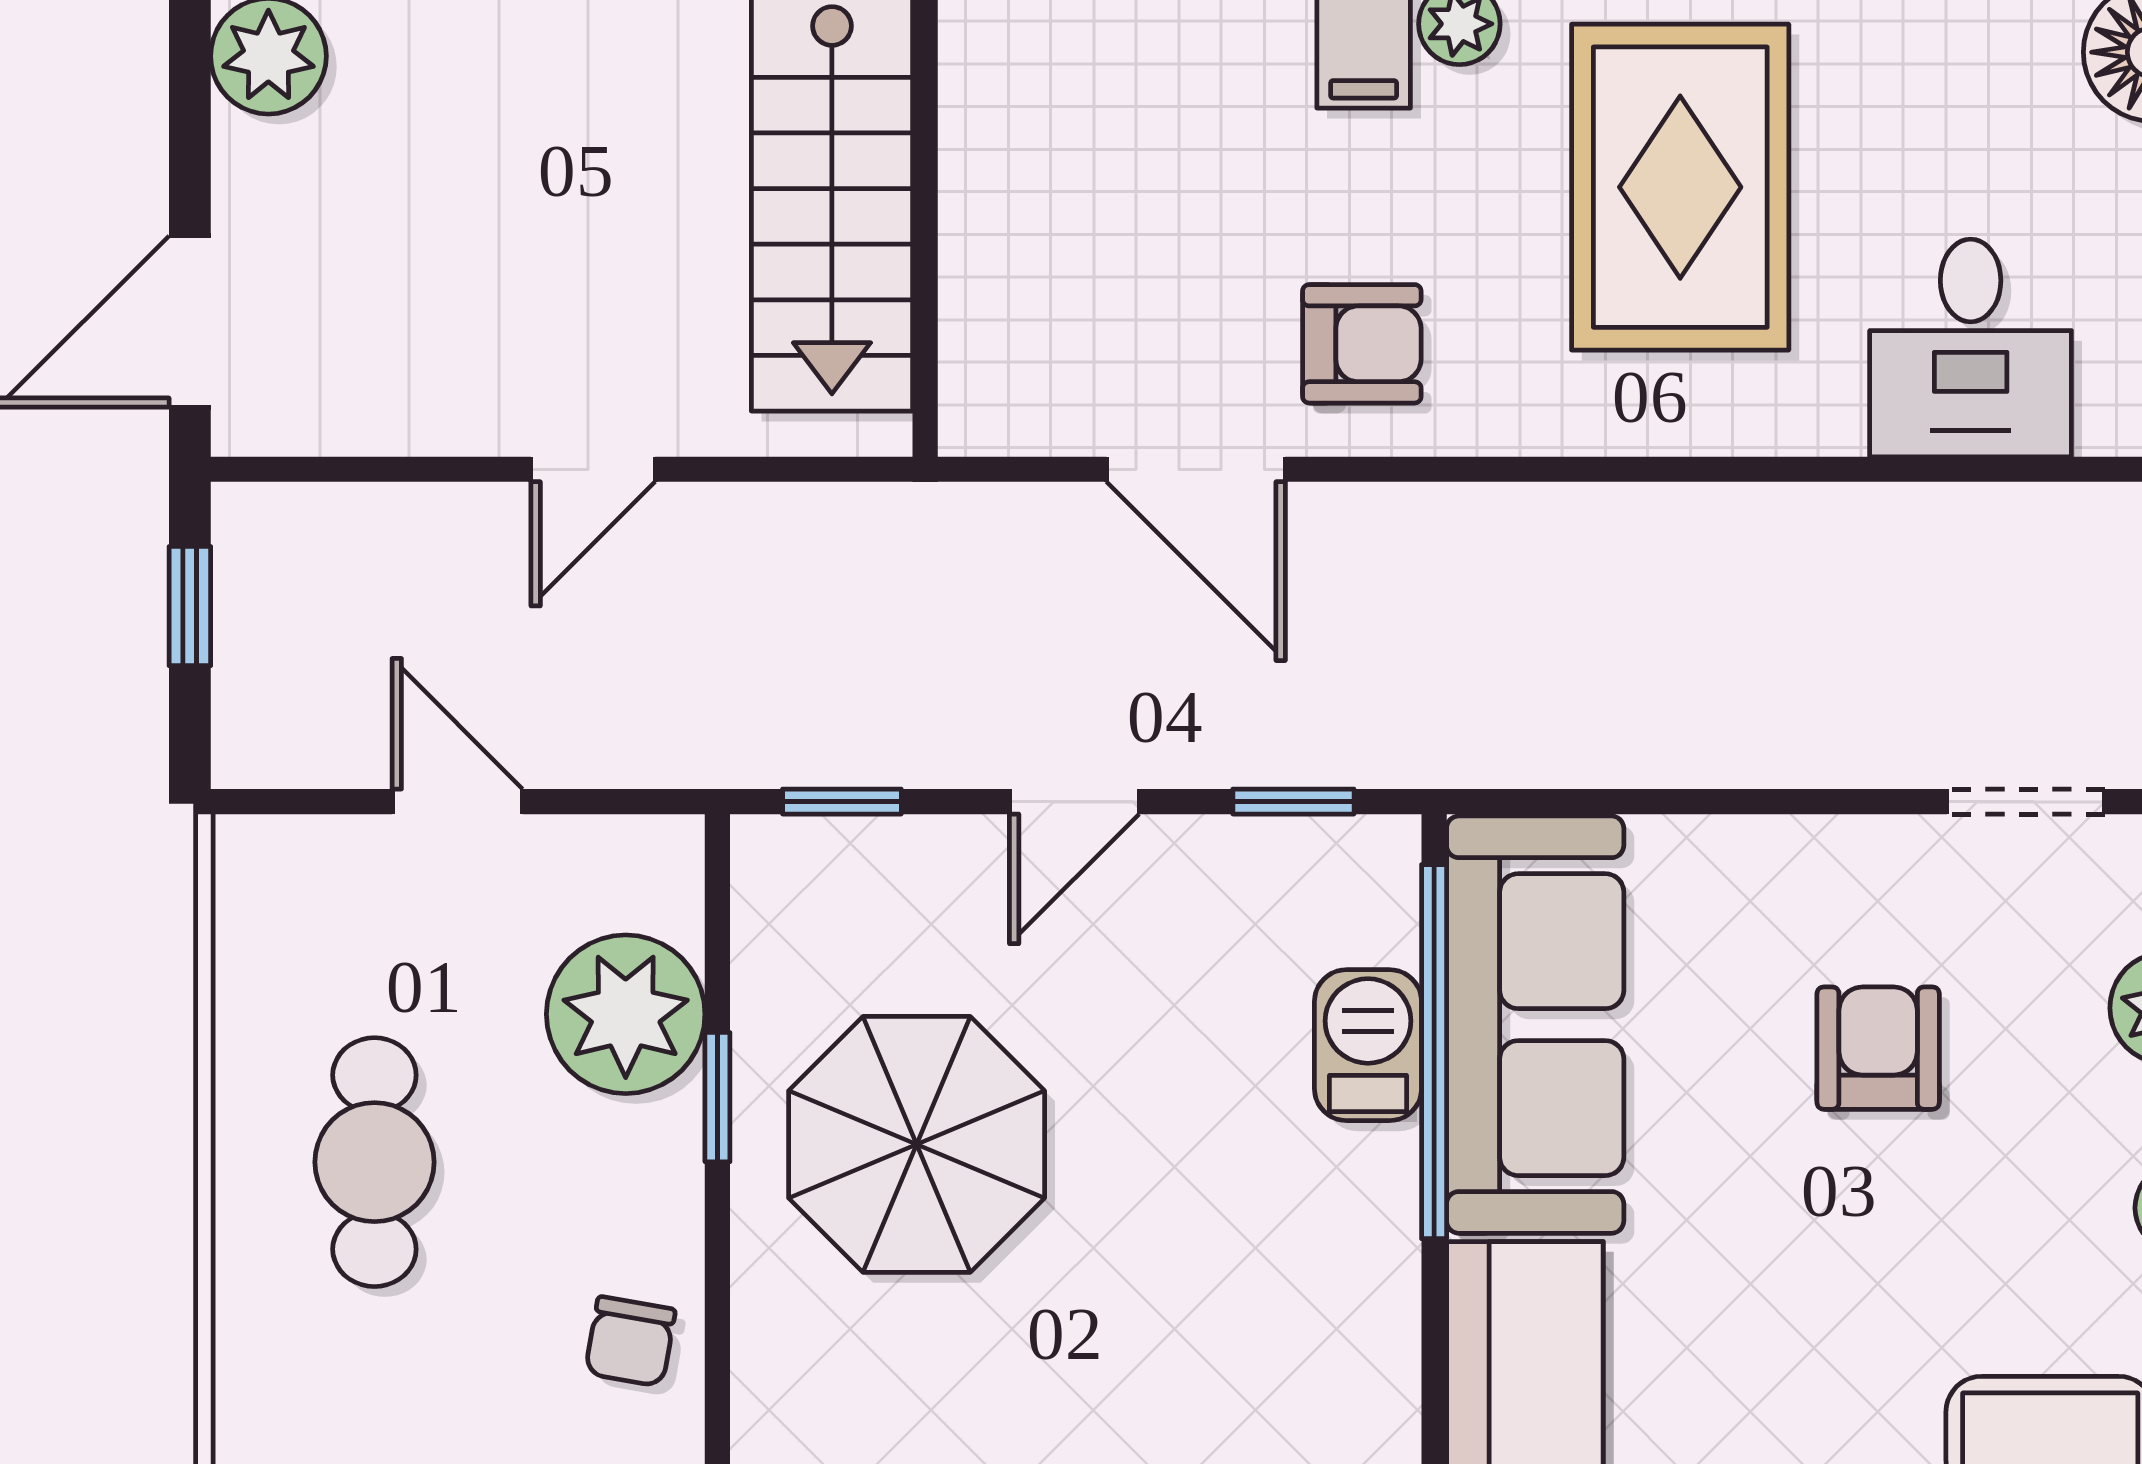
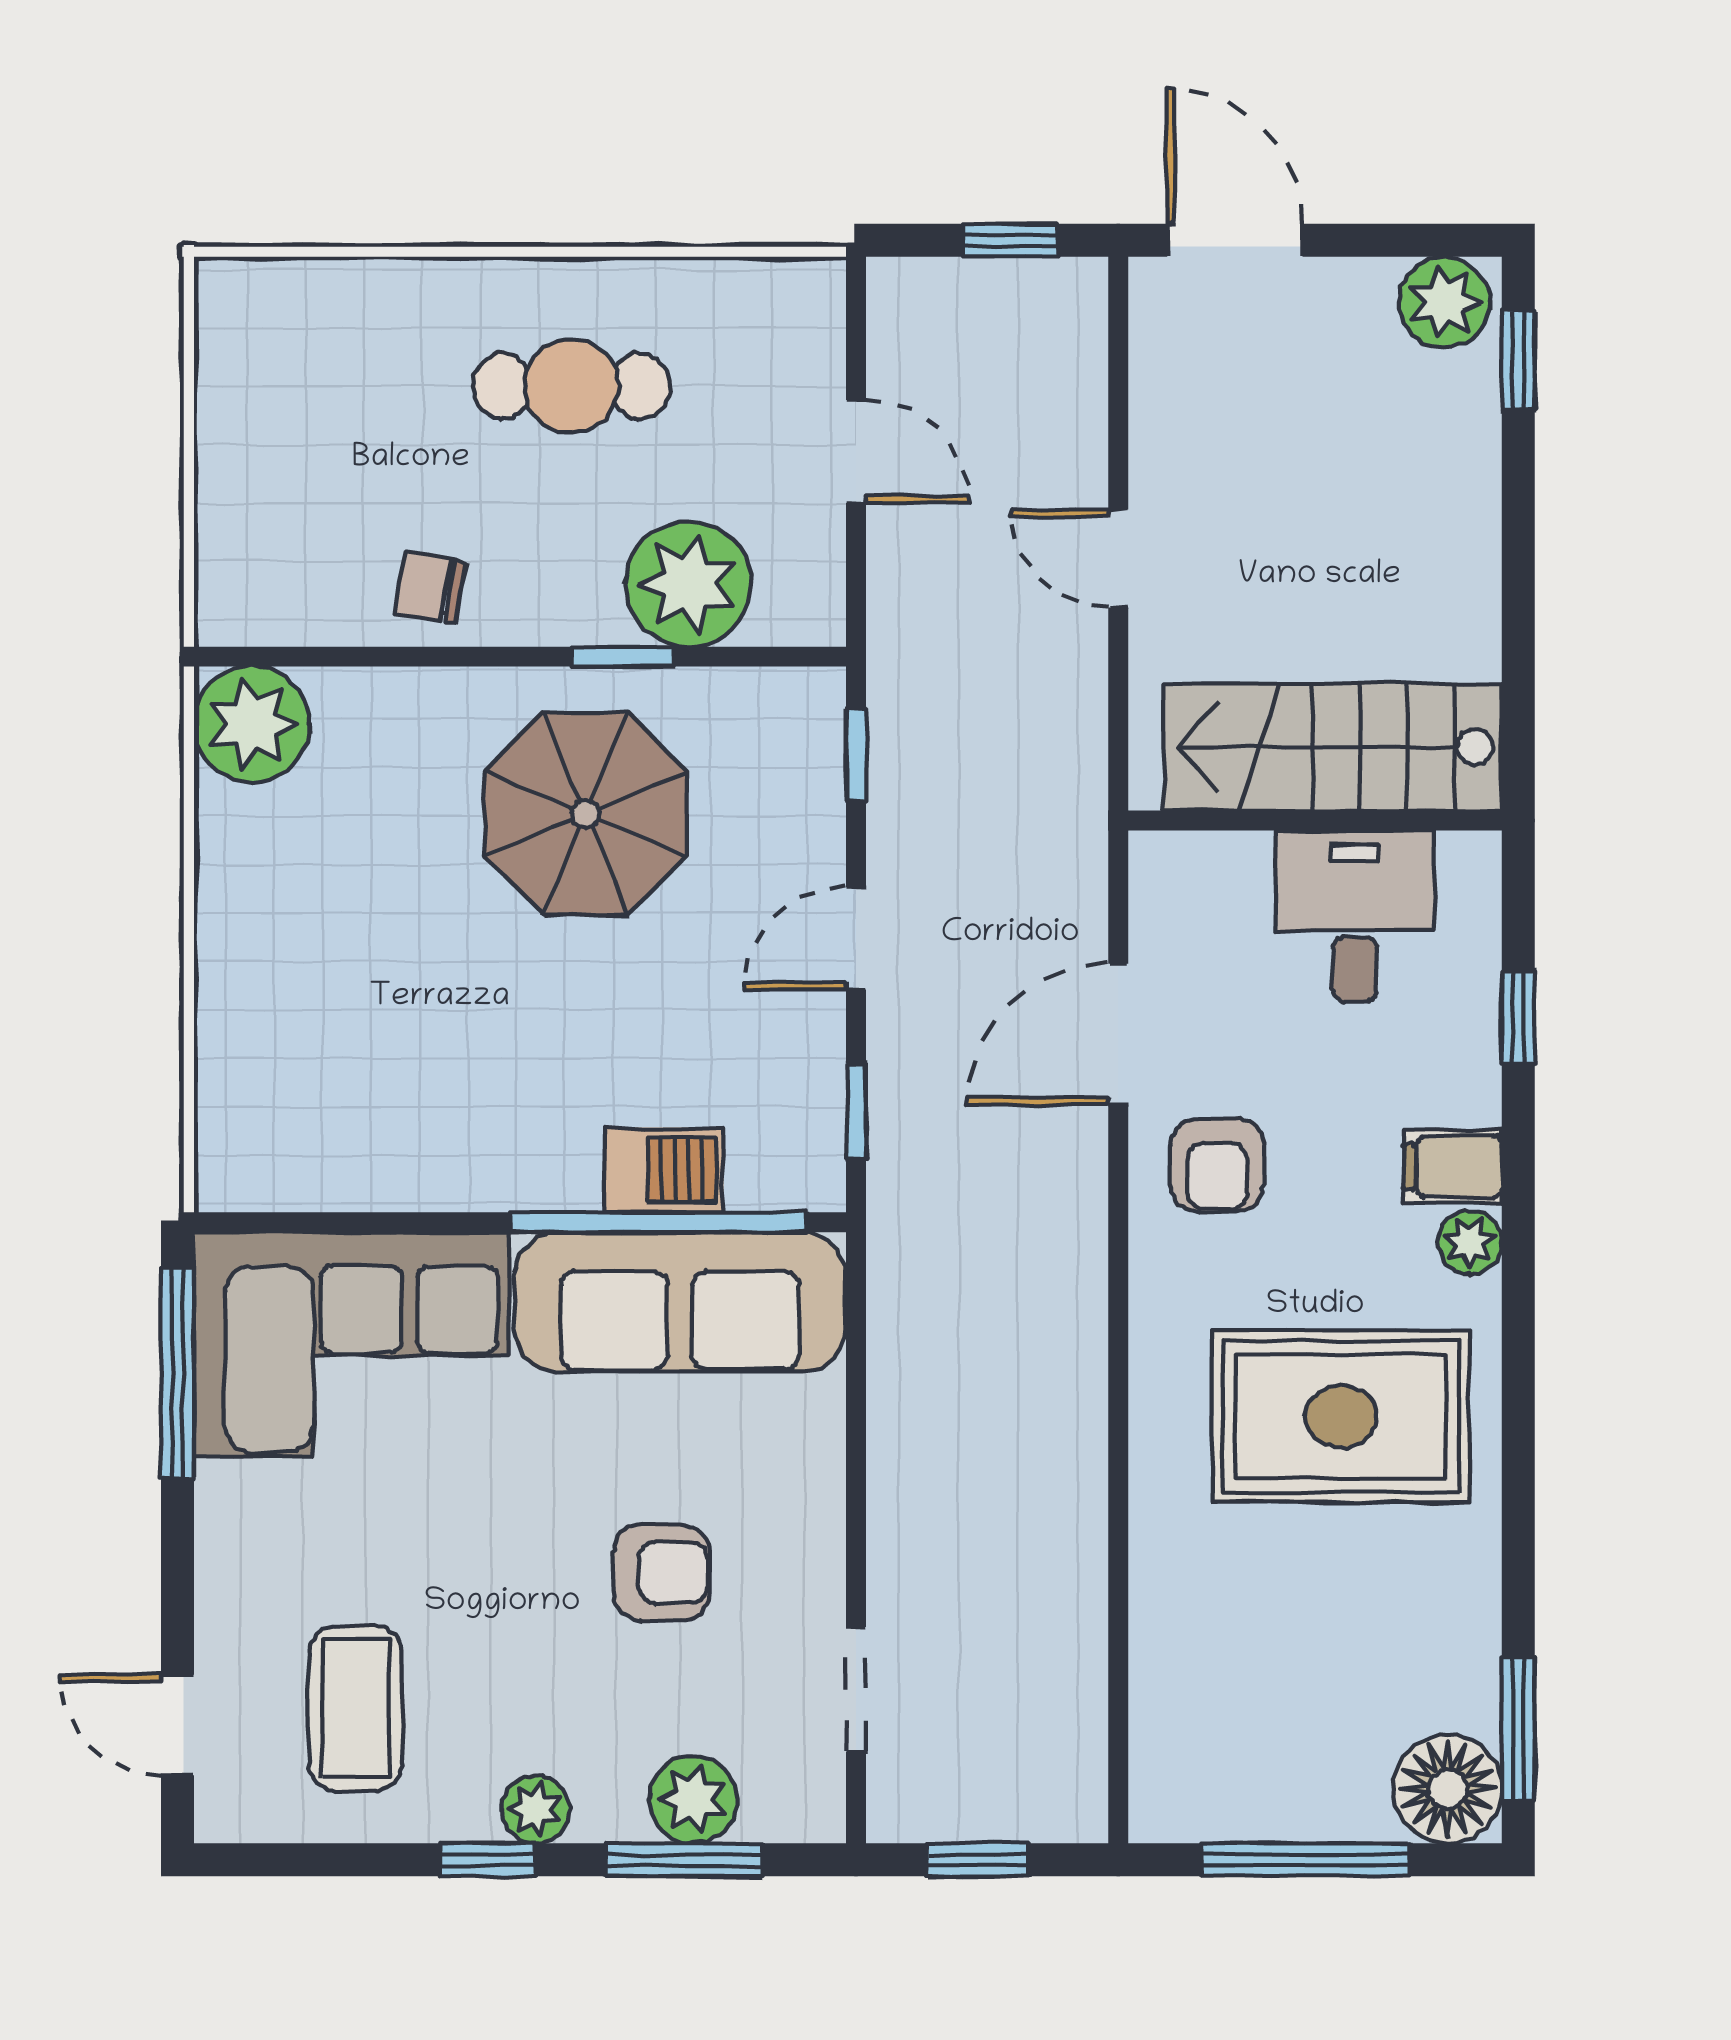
desk: (1971, 348) -> (1355, 916), moved, turned 90
door: (457, 802) -> (856, 451), hinge flipped
door: (1074, 802) -> (856, 938), hinge flipped

